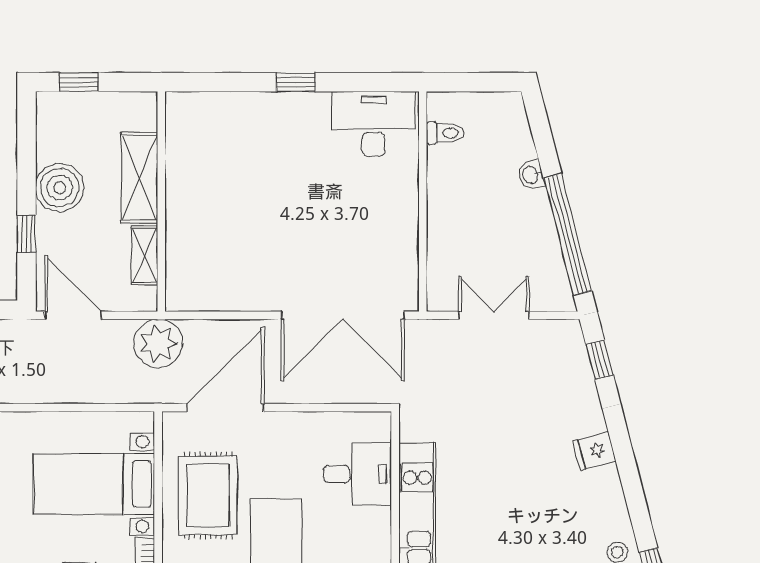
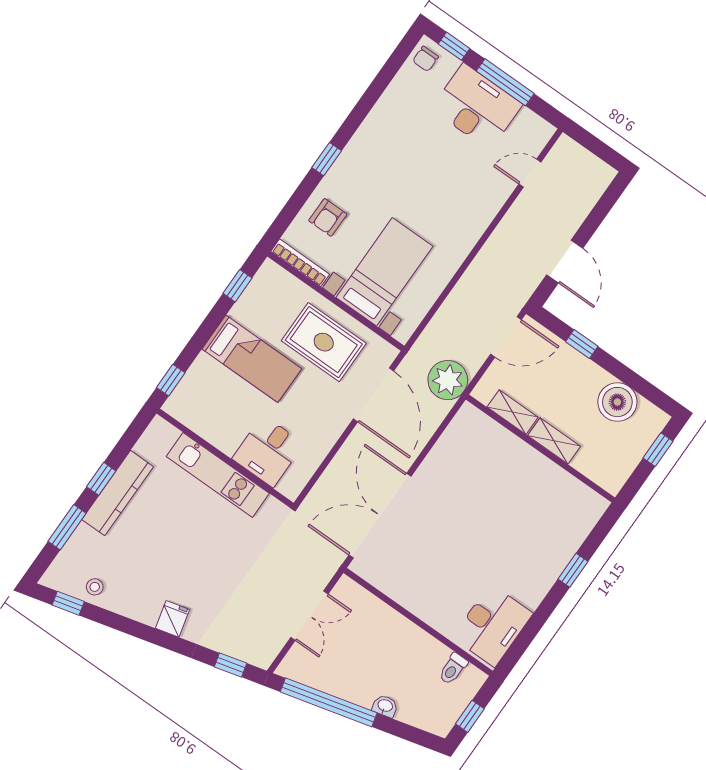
window: (296, 82) -> (573, 570), moved
window: (481, 82) -> (470, 716), added
shelving: (139, 178) -> (554, 441), width x0.67, depth x0.75
boiler: (60, 188) -> (617, 402), moved

